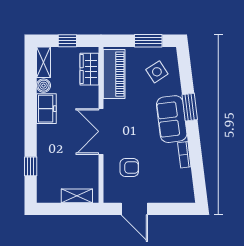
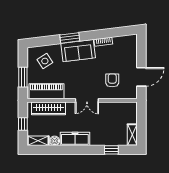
window: (148, 41) -> (23, 77), moved
wardrobe: (89, 69) -> (49, 108), width x1.50
freezer: (46, 109) -> (75, 139), width x1.40
double door: (101, 131) -> (87, 100), width x0.73
shelving: (77, 196) -> (132, 135), moved

